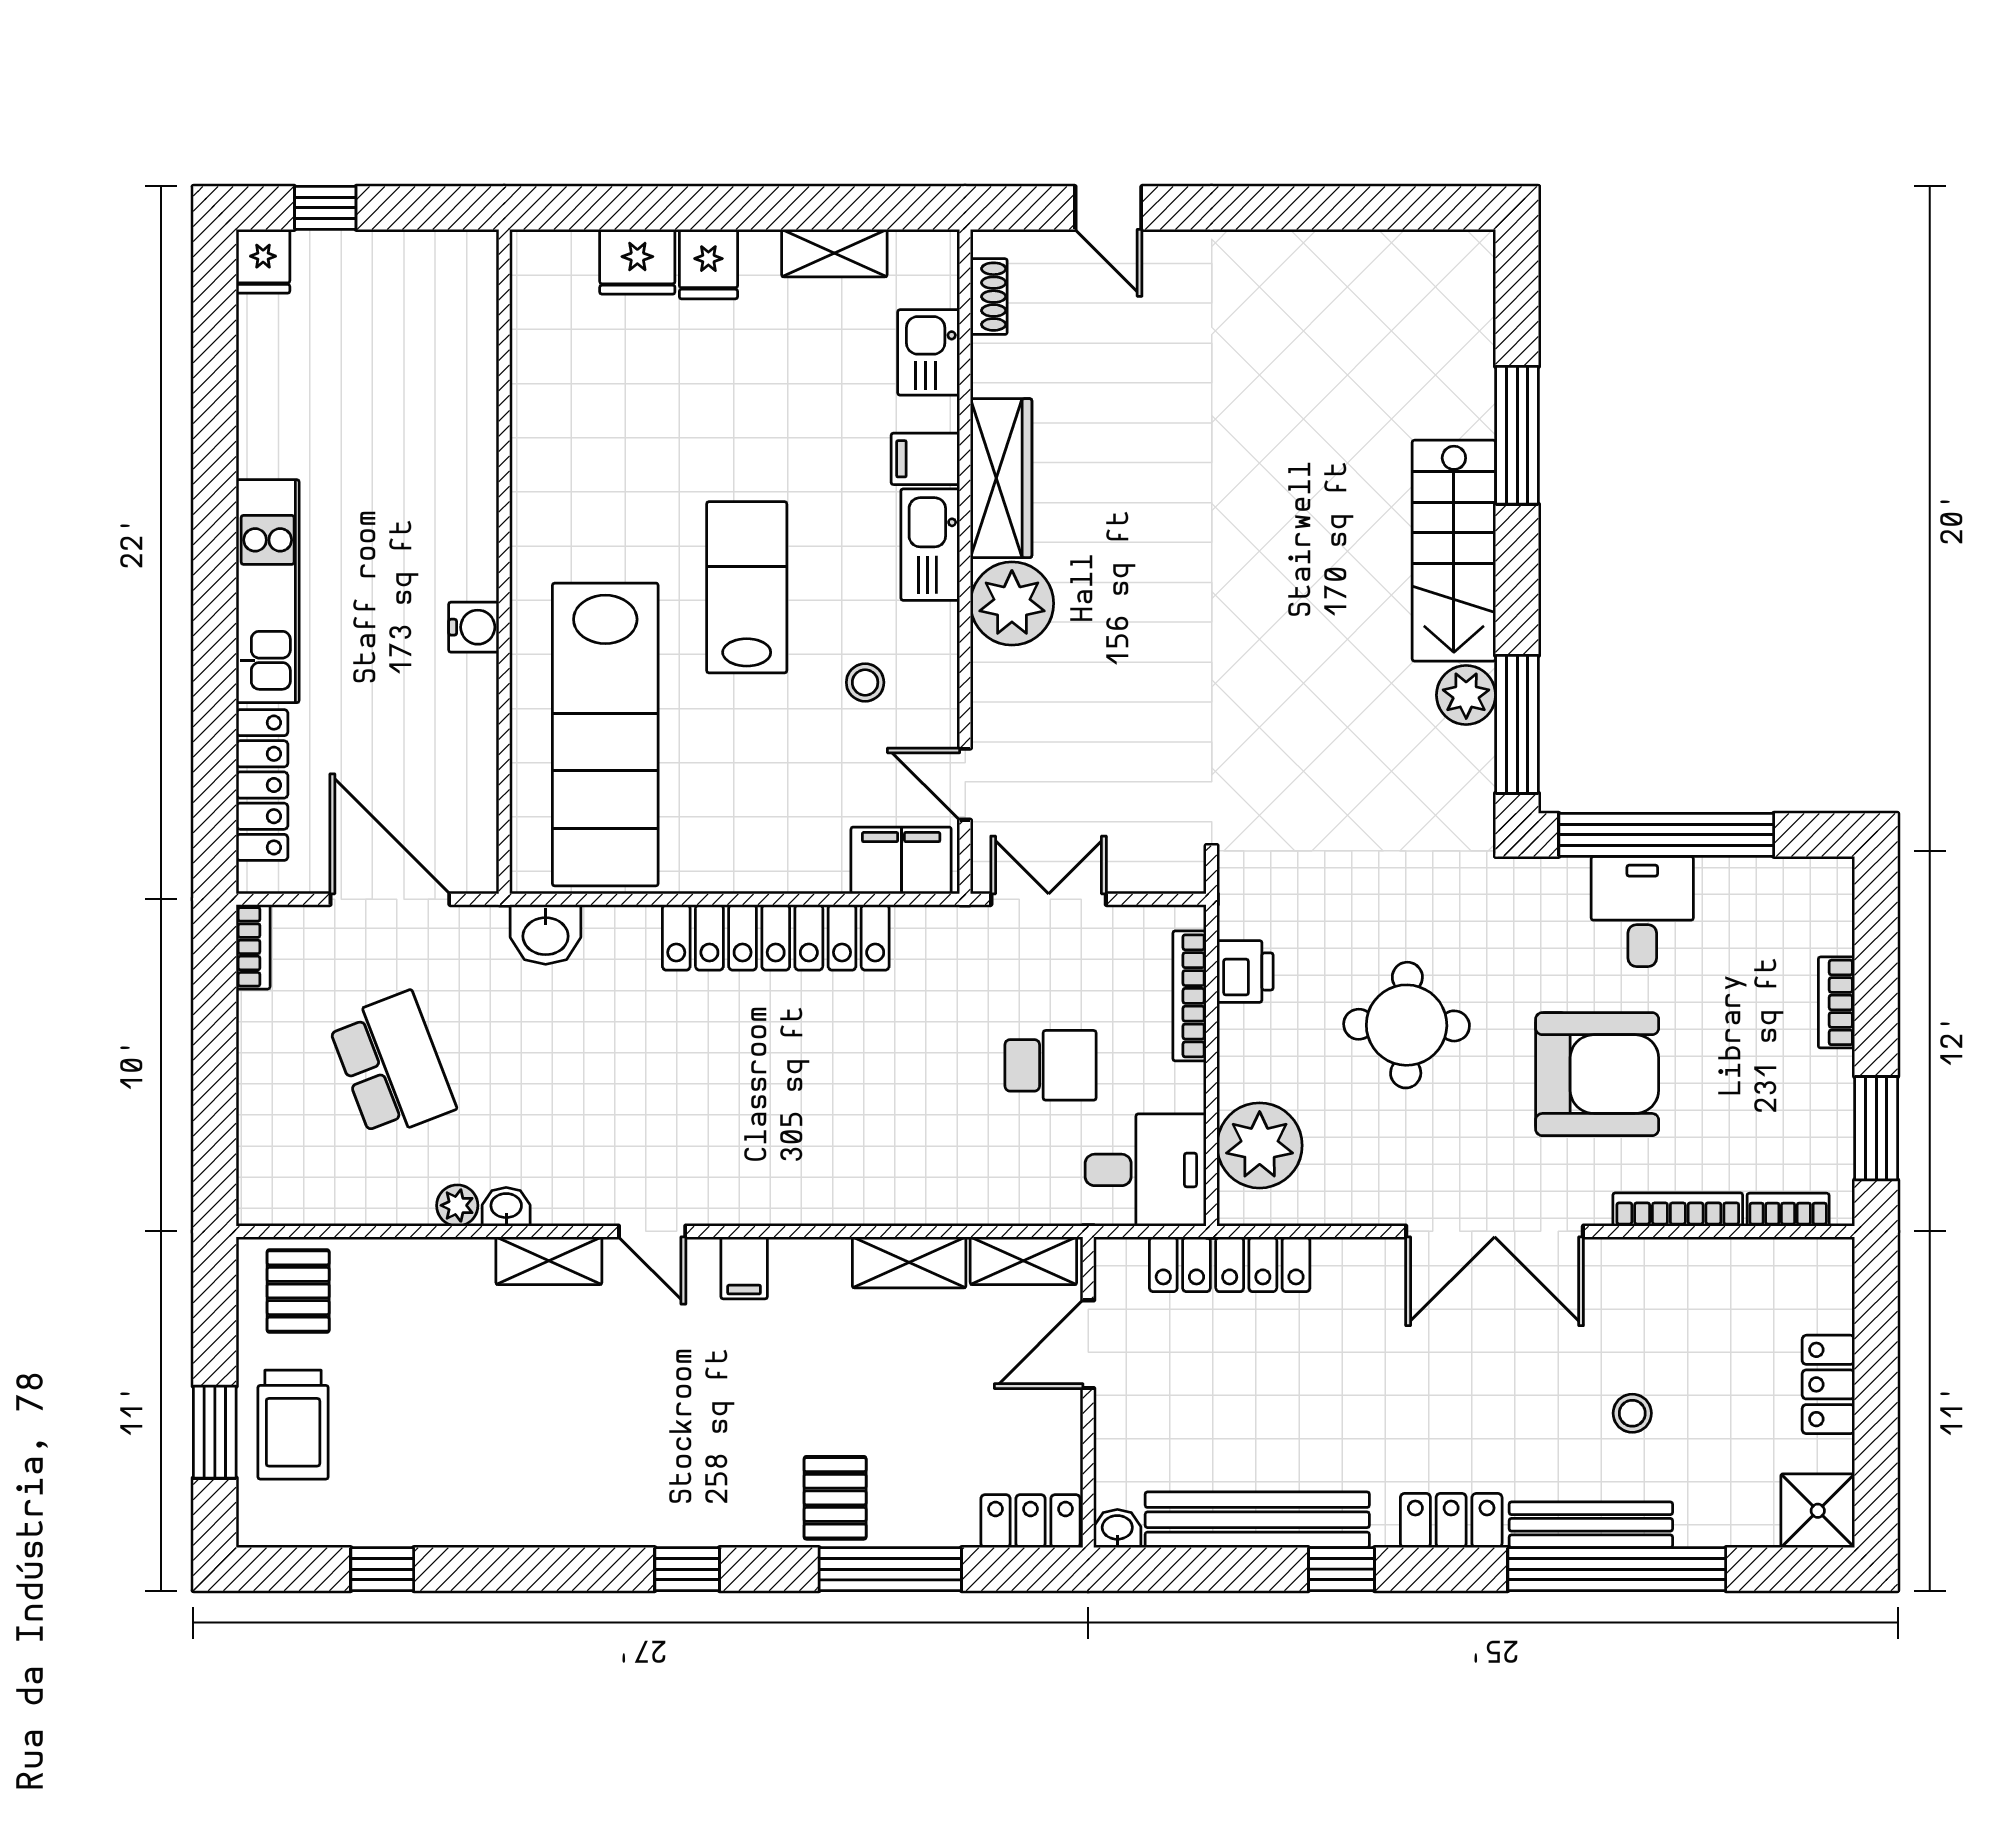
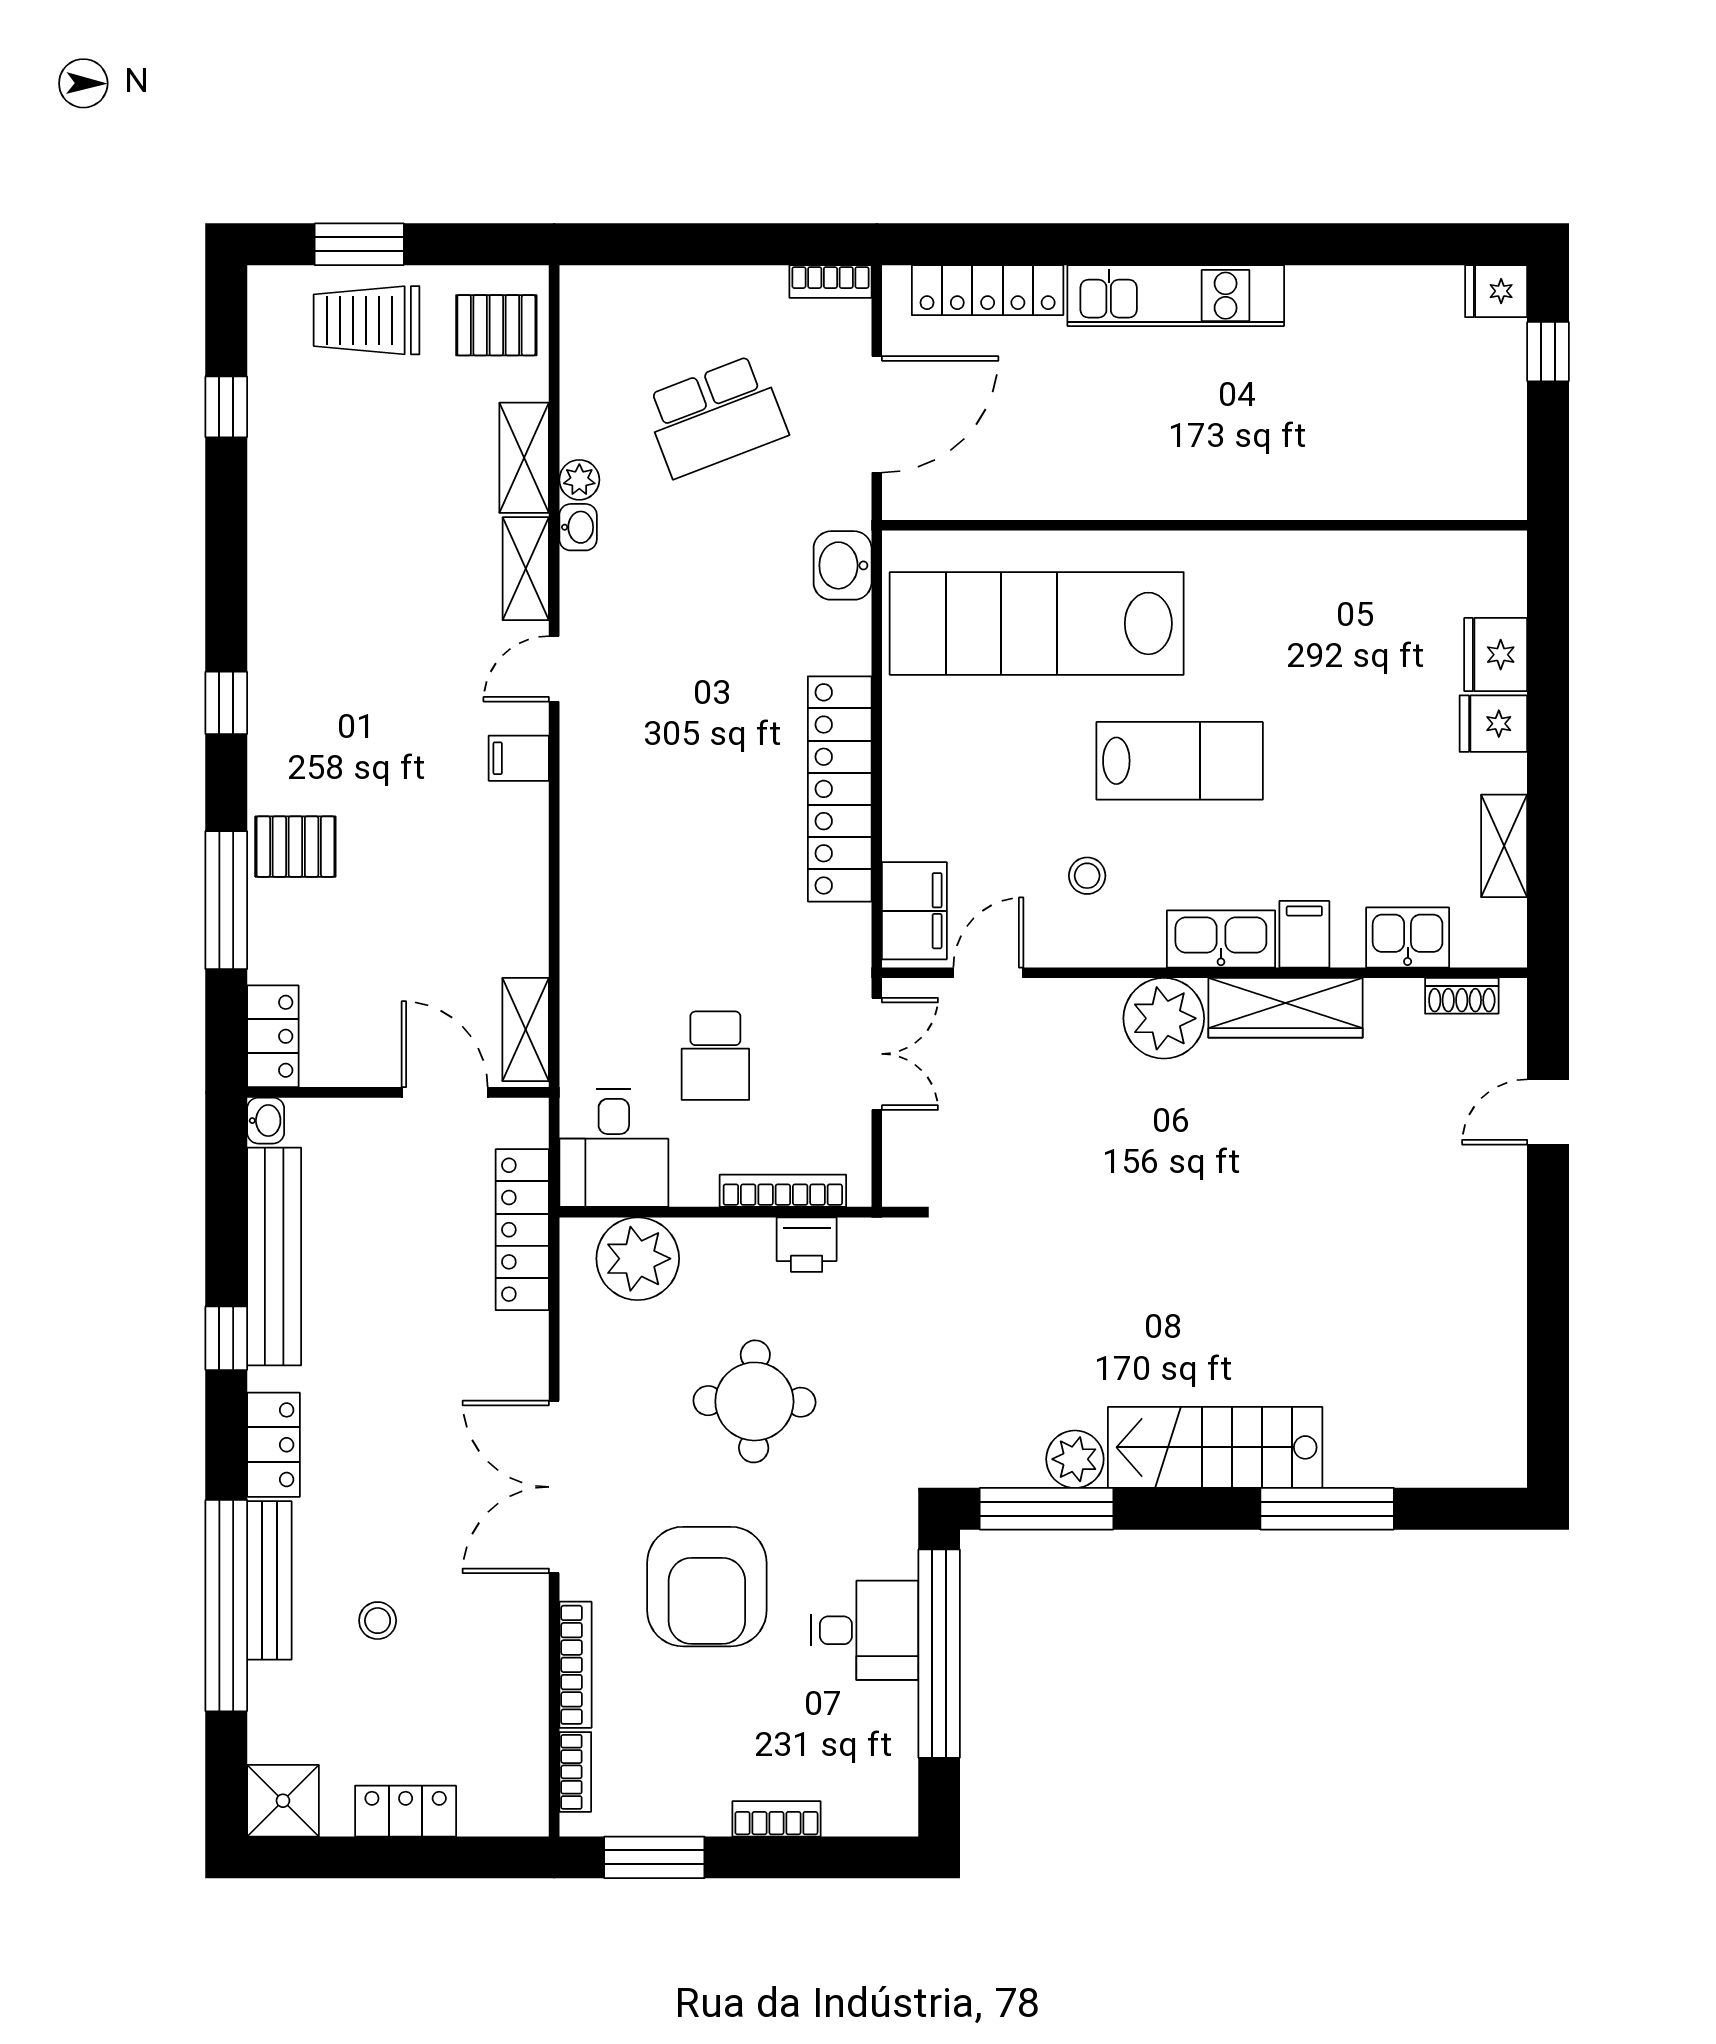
water cooler: (474, 627) -> (1141, 496), removed
shelving: (909, 1262) -> (524, 458), moved

